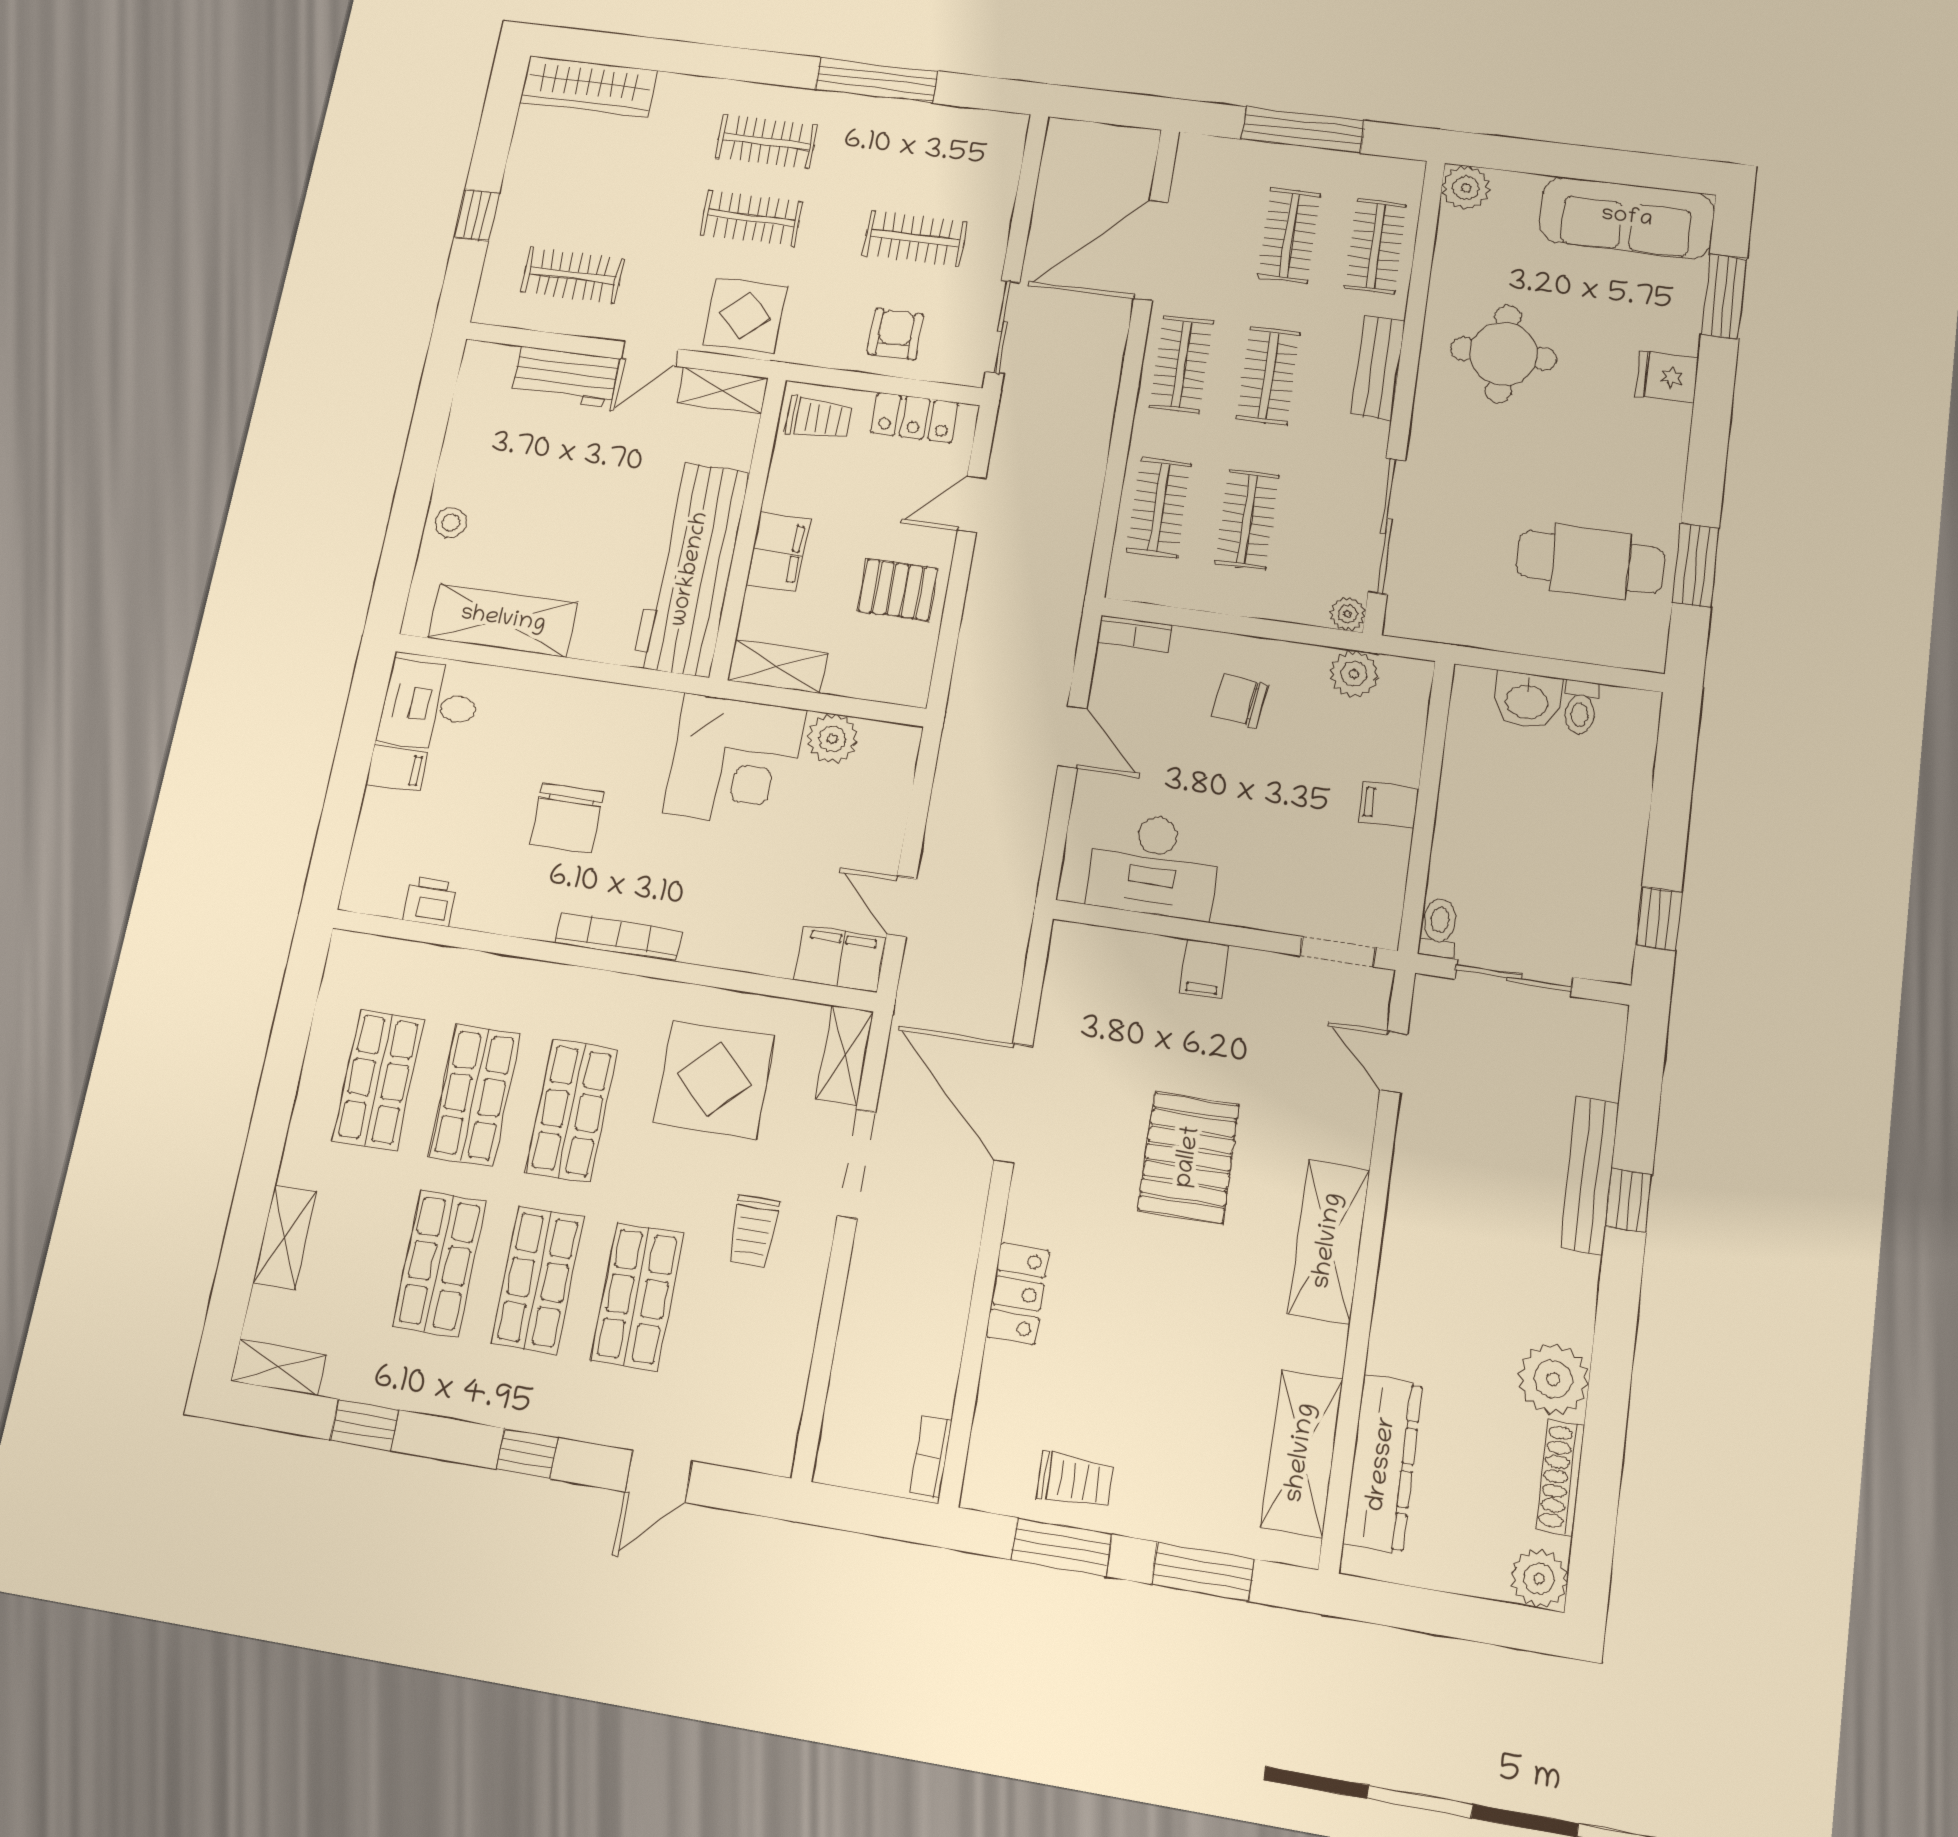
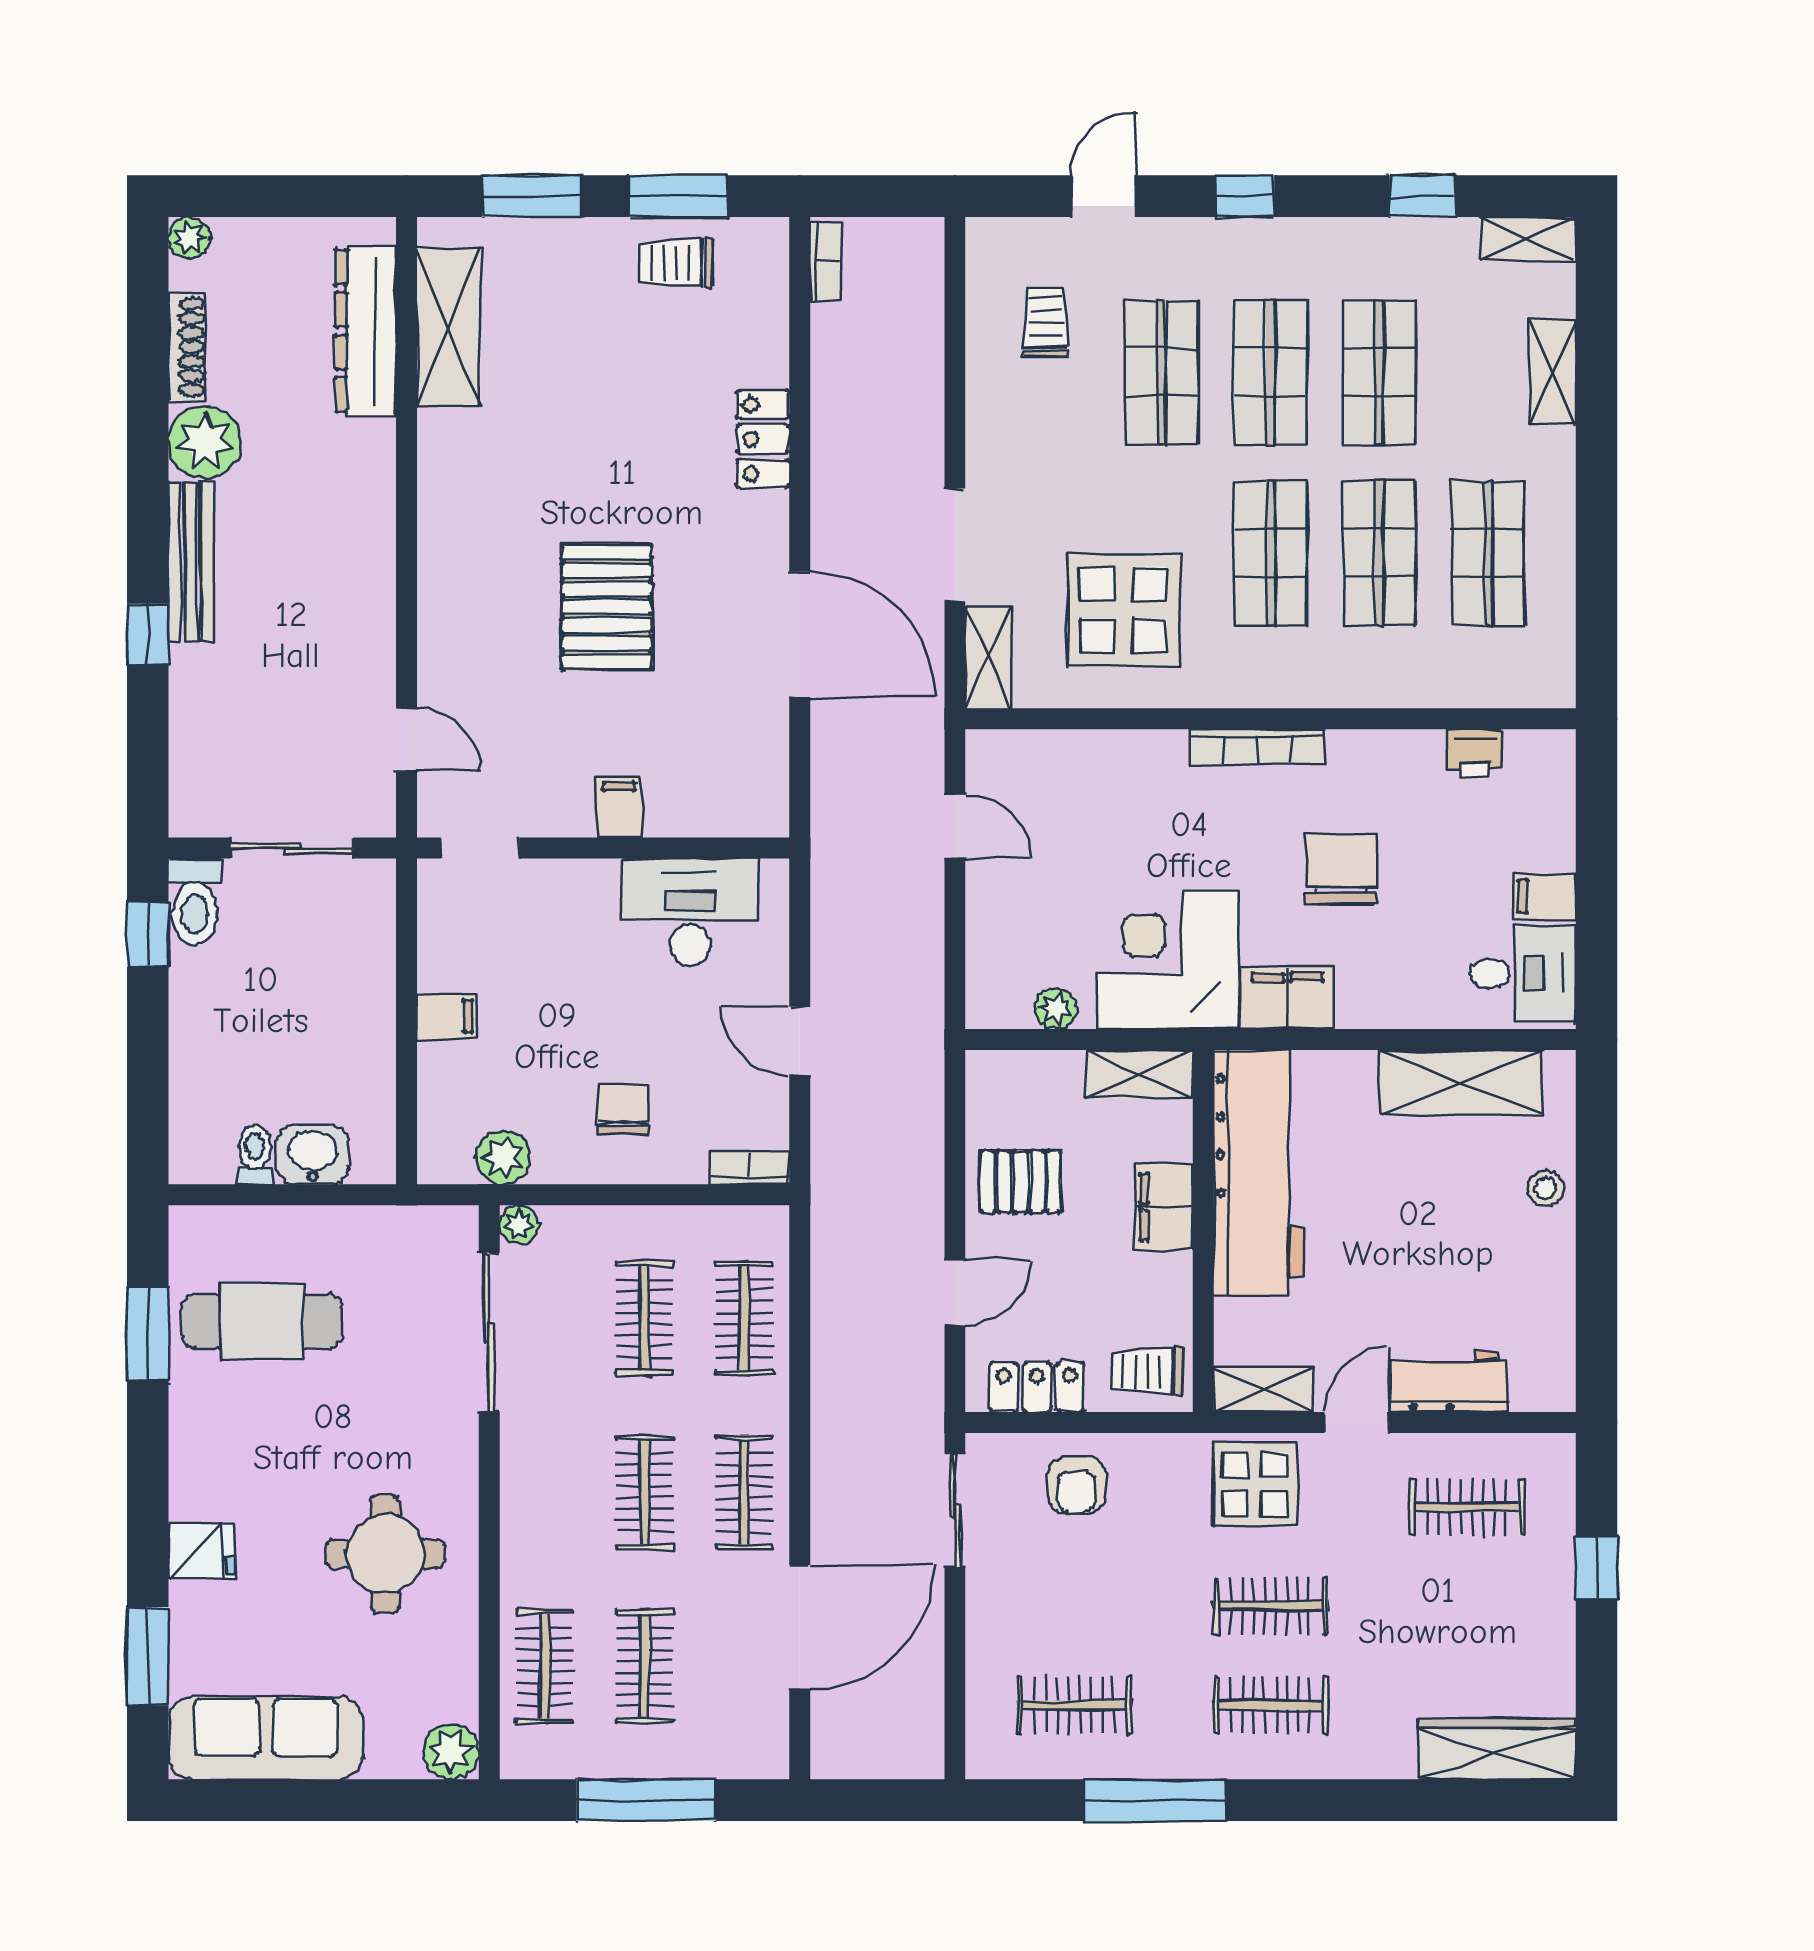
clothes rail: (915, 238) -> (1074, 1705), moved
bench: (1378, 367) -> (523, 1519), removed
chair: (1240, 701) -> (623, 1109), turned -97
plant: (832, 739) -> (1056, 1009), width x0.73, depth x0.73
toilet: (1439, 928) -> (195, 902), moved, width x1.37, depth x1.39
filing cabinet: (840, 959) -> (1288, 999), moved, turned 180
bench: (1589, 1175) -> (191, 562), moved
trolley: (753, 1231) -> (1046, 322), moved
shelving: (1329, 1241) -> (449, 544), removed
plant: (1539, 1579) -> (189, 238), width x0.73, depth x0.73

